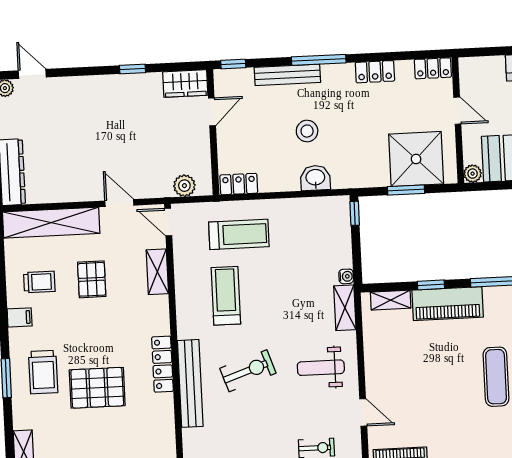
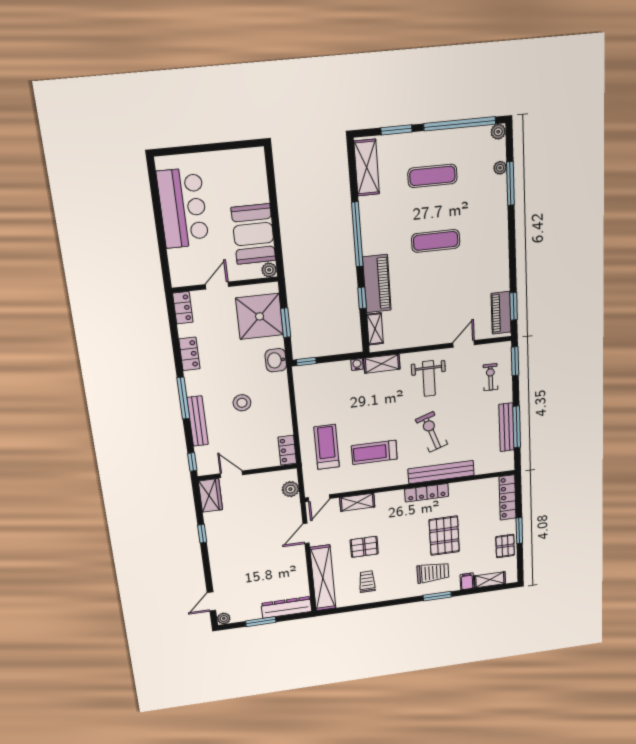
washbasin: (315, 178) -> (276, 360), moved
filing cabinet: (20, 317) -> (467, 581), moved

